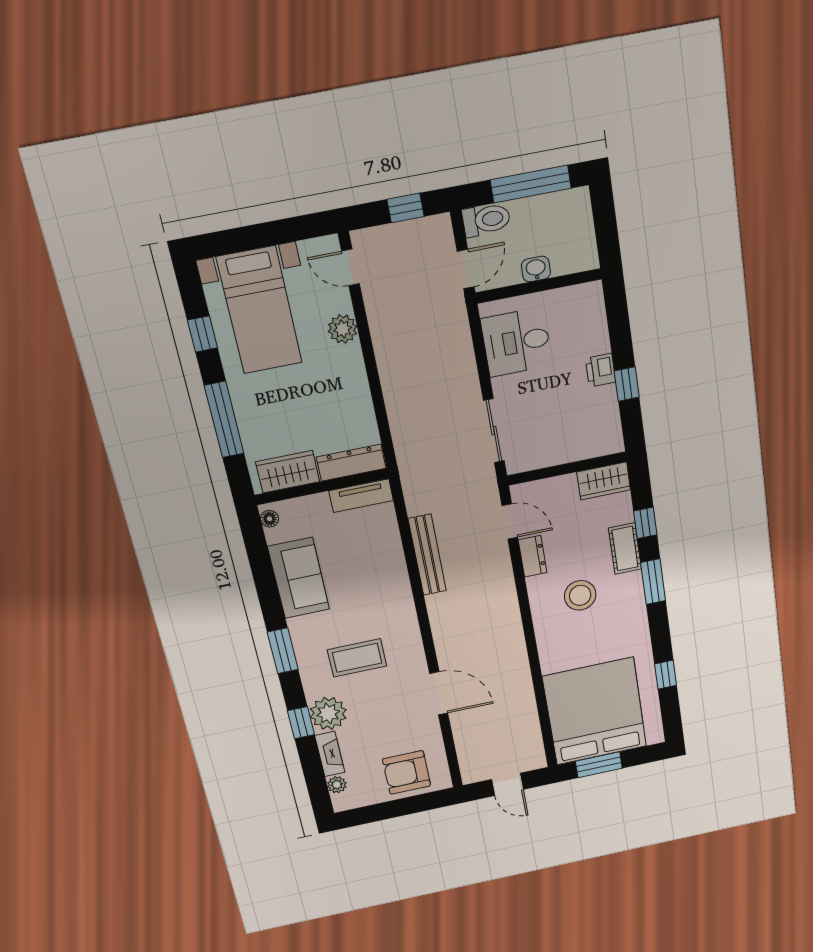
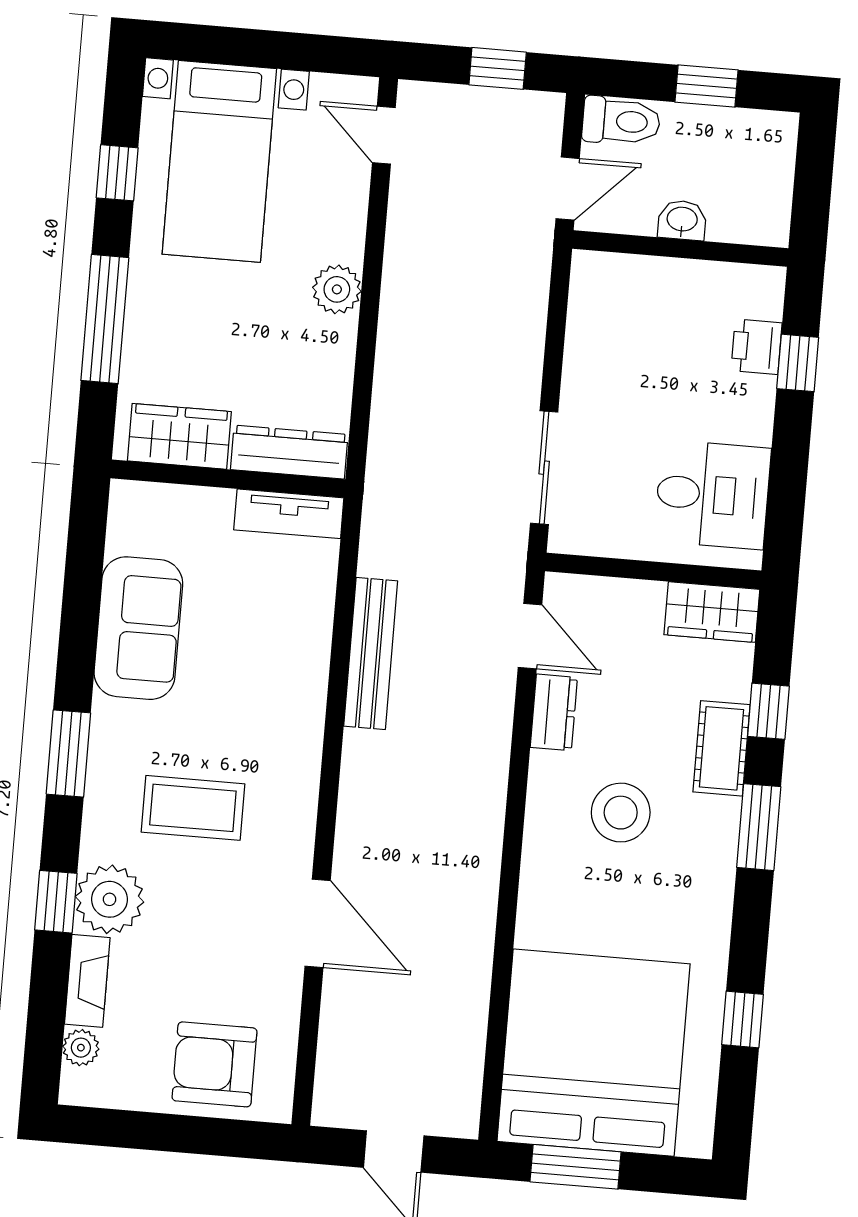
window: (531, 184) -> (707, 86), width x0.46
plant: (343, 329) -> (337, 289), moved
desk: (517, 342) -> (712, 495), moved, turned 180
printer: (601, 370) -> (757, 347), moved
window: (627, 384) -> (798, 363), moved
floor lamp: (269, 519) -> (123, 508), removed

